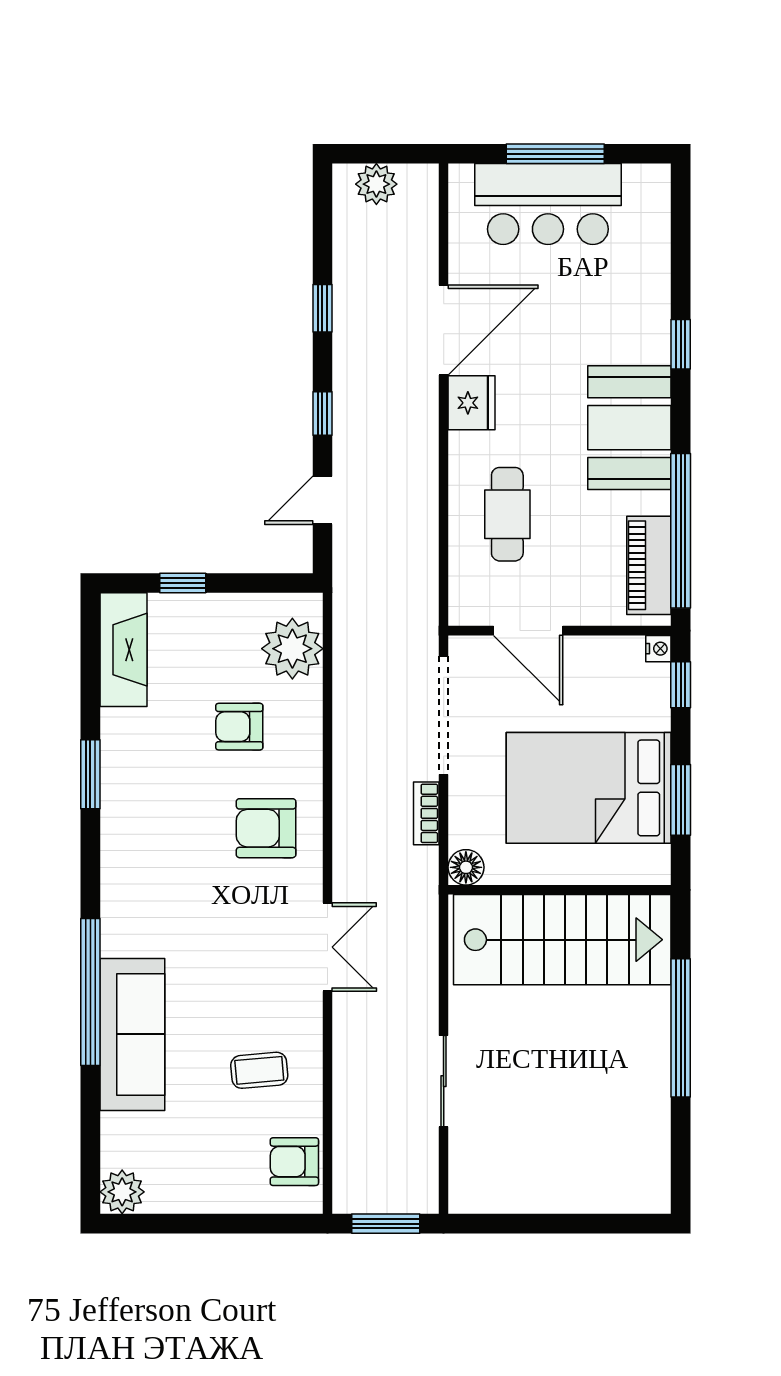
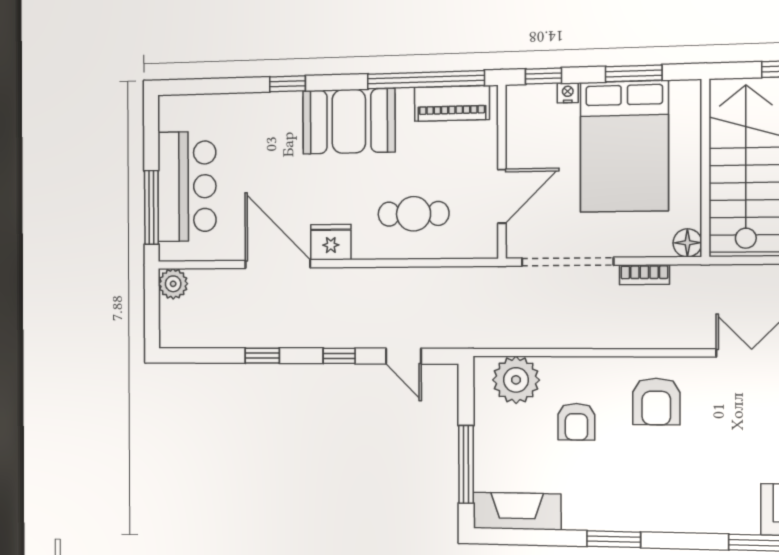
window: (555, 154) -> (151, 207), moved
plant: (376, 184) -> (173, 284), moved
window: (183, 583) -> (466, 464), width x2.17
nightstand: (658, 649) -> (568, 93), moved

